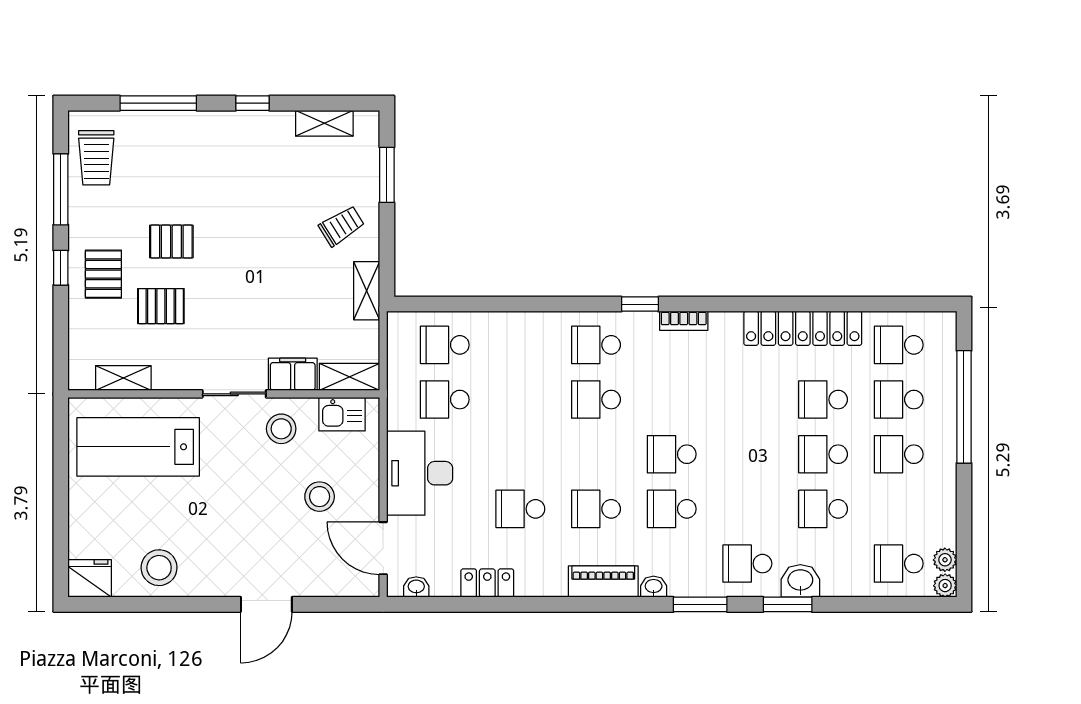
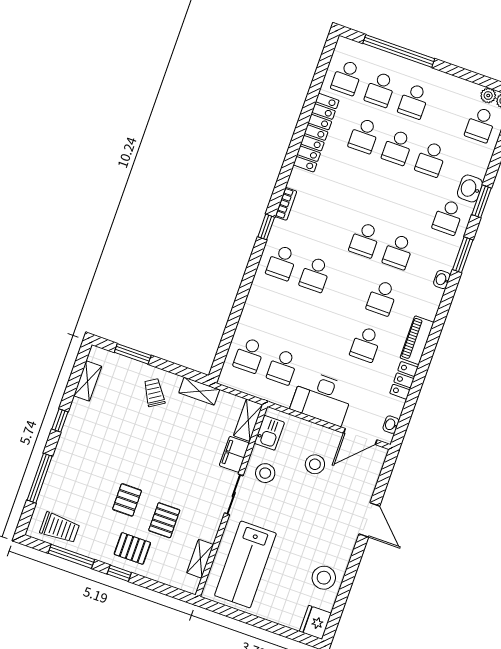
piano: (603, 582) -> (417, 340), moved

